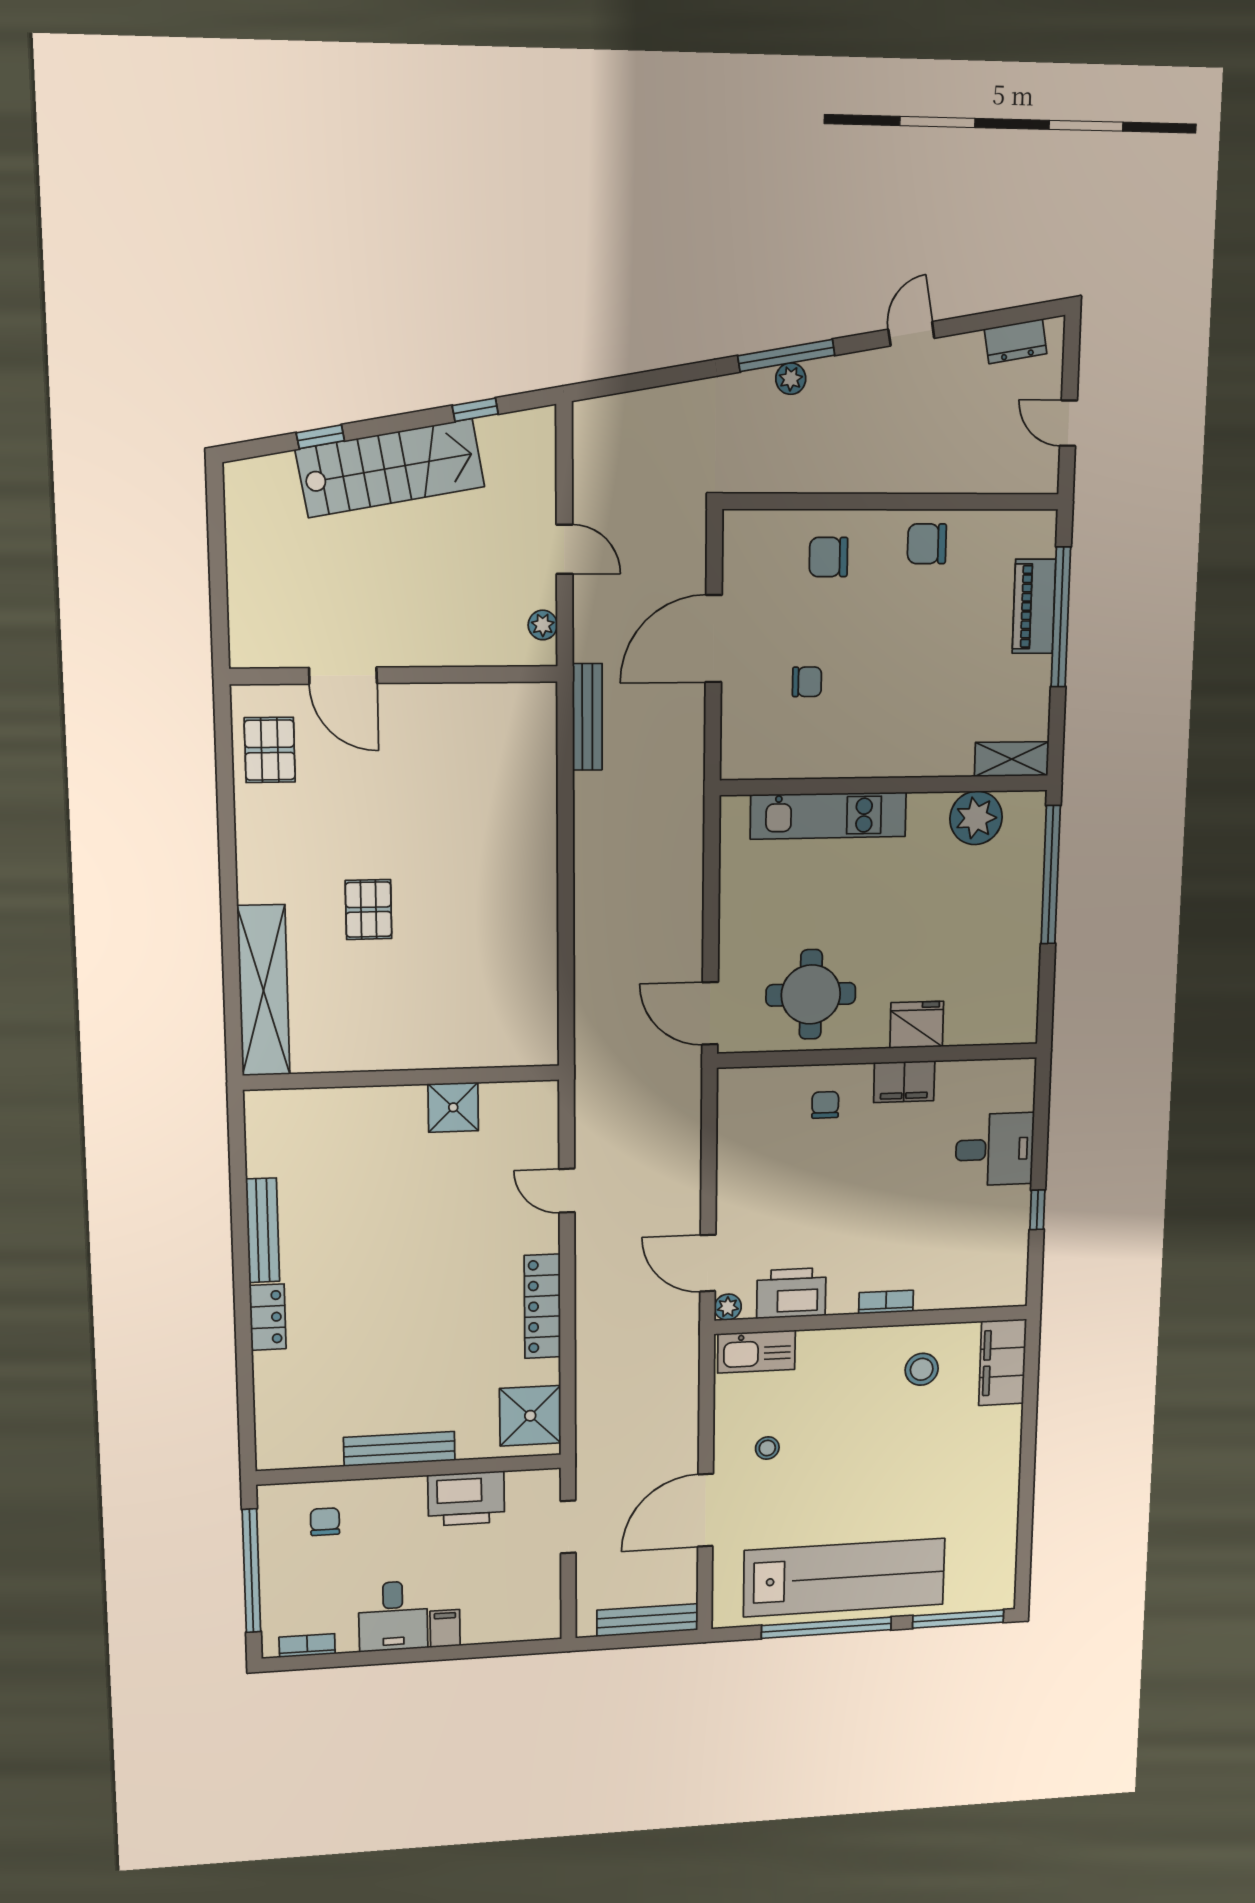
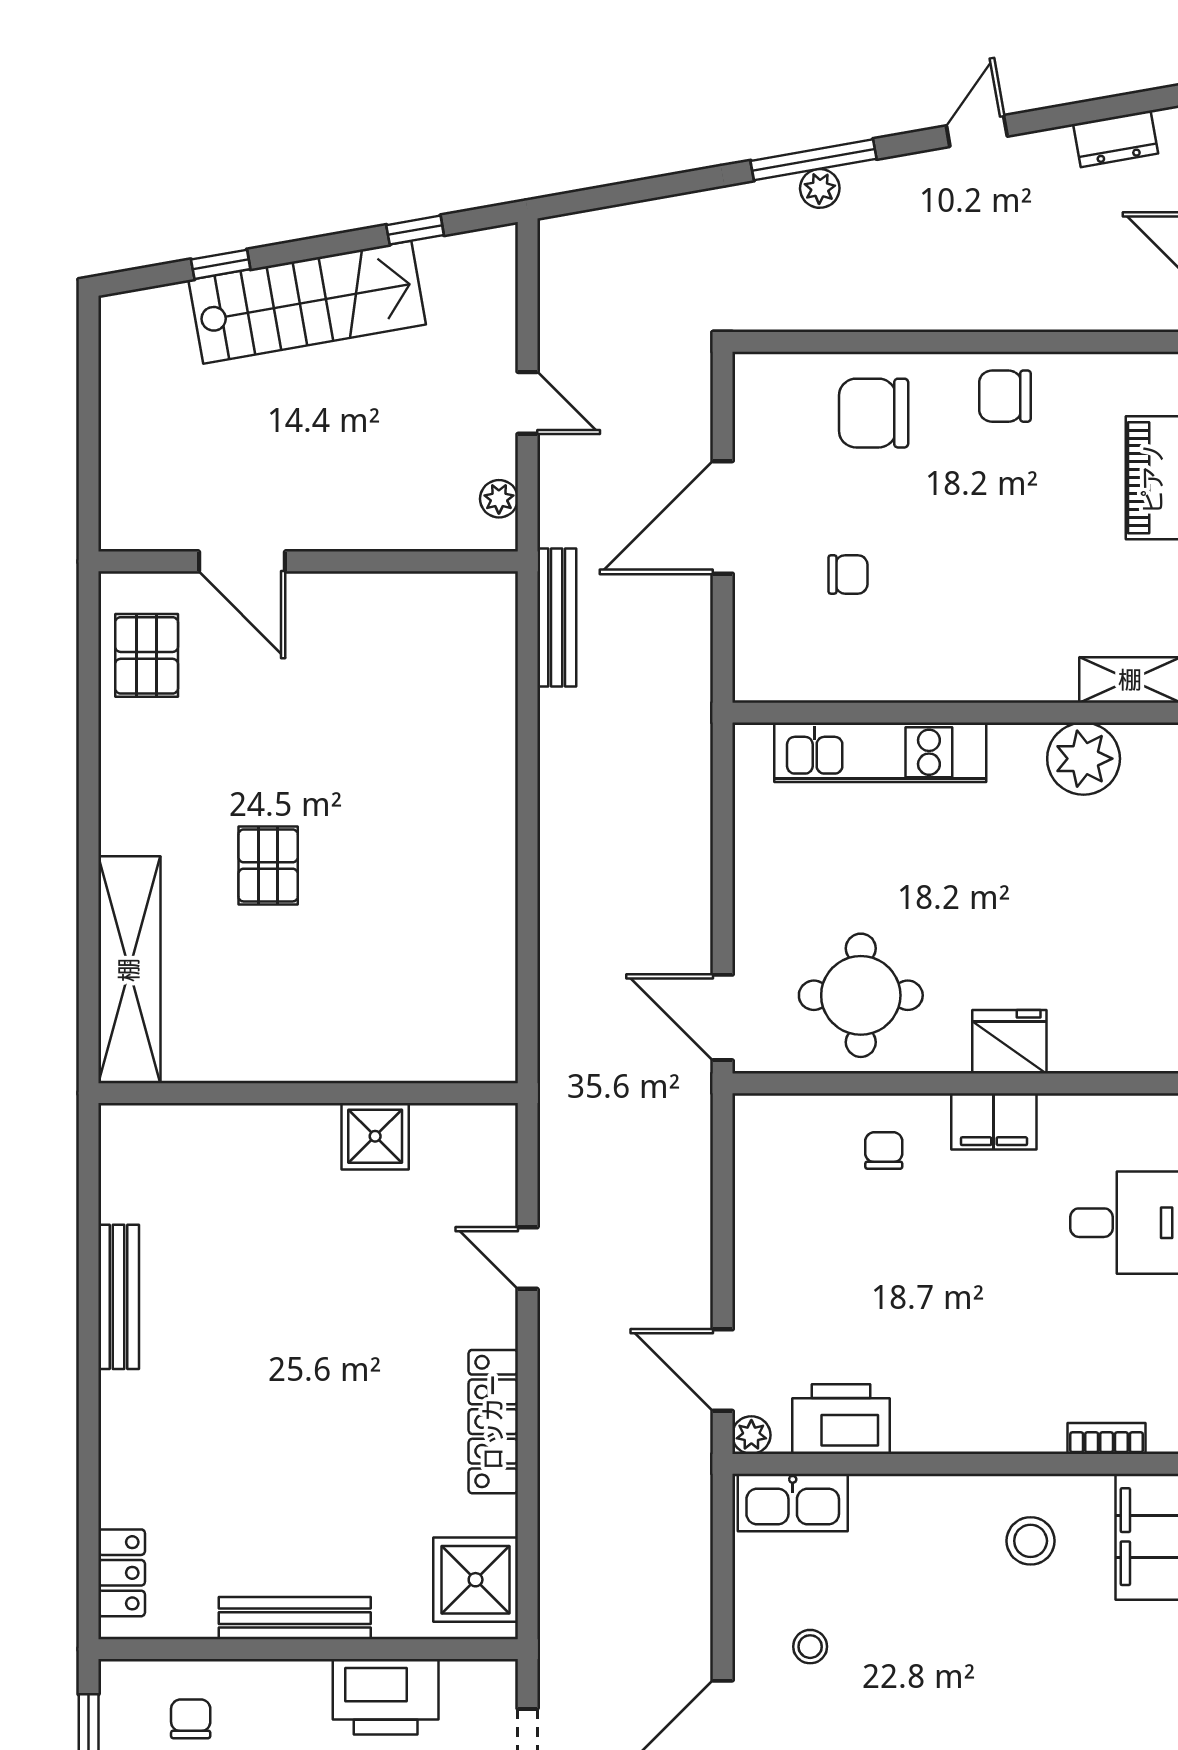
chair: (828, 557) -> (874, 413), width x1.37, depth x1.37
bookcase: (886, 1302) -> (1107, 1438), moved
locker: (268, 1317) -> (122, 1573), moved

